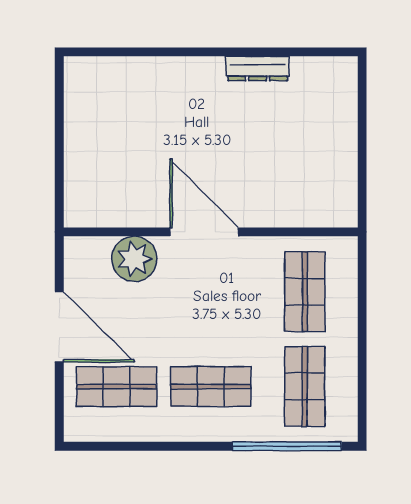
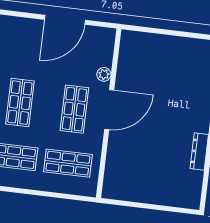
plant: (134, 259) -> (104, 74), width x0.53, depth x0.53
shop shelf: (117, 387) -> (74, 109), moved

